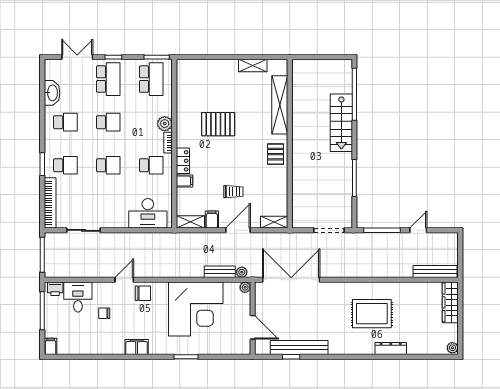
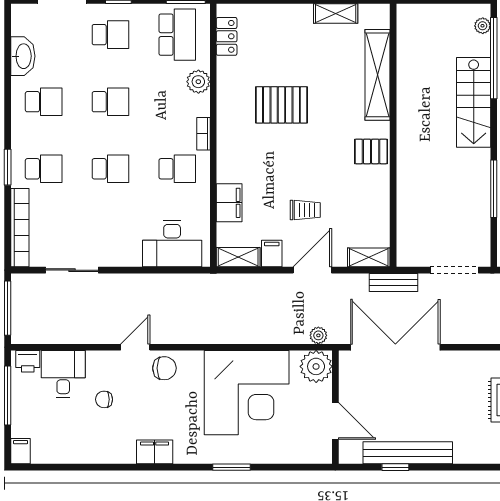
plant: (347, 73) -> (483, 26), added
school desk: (108, 79) -> (110, 35), width x0.54
plant: (165, 124) -> (198, 82), moved
pallet: (276, 154) -> (371, 151), turned 90
locker: (183, 161) -> (227, 36), moved
filing cabinet: (185, 181) -> (229, 203), width x2.00
bench: (220, 272) -> (394, 283), moved
plant: (245, 287) -> (316, 366), width x1.88, depth x1.88

